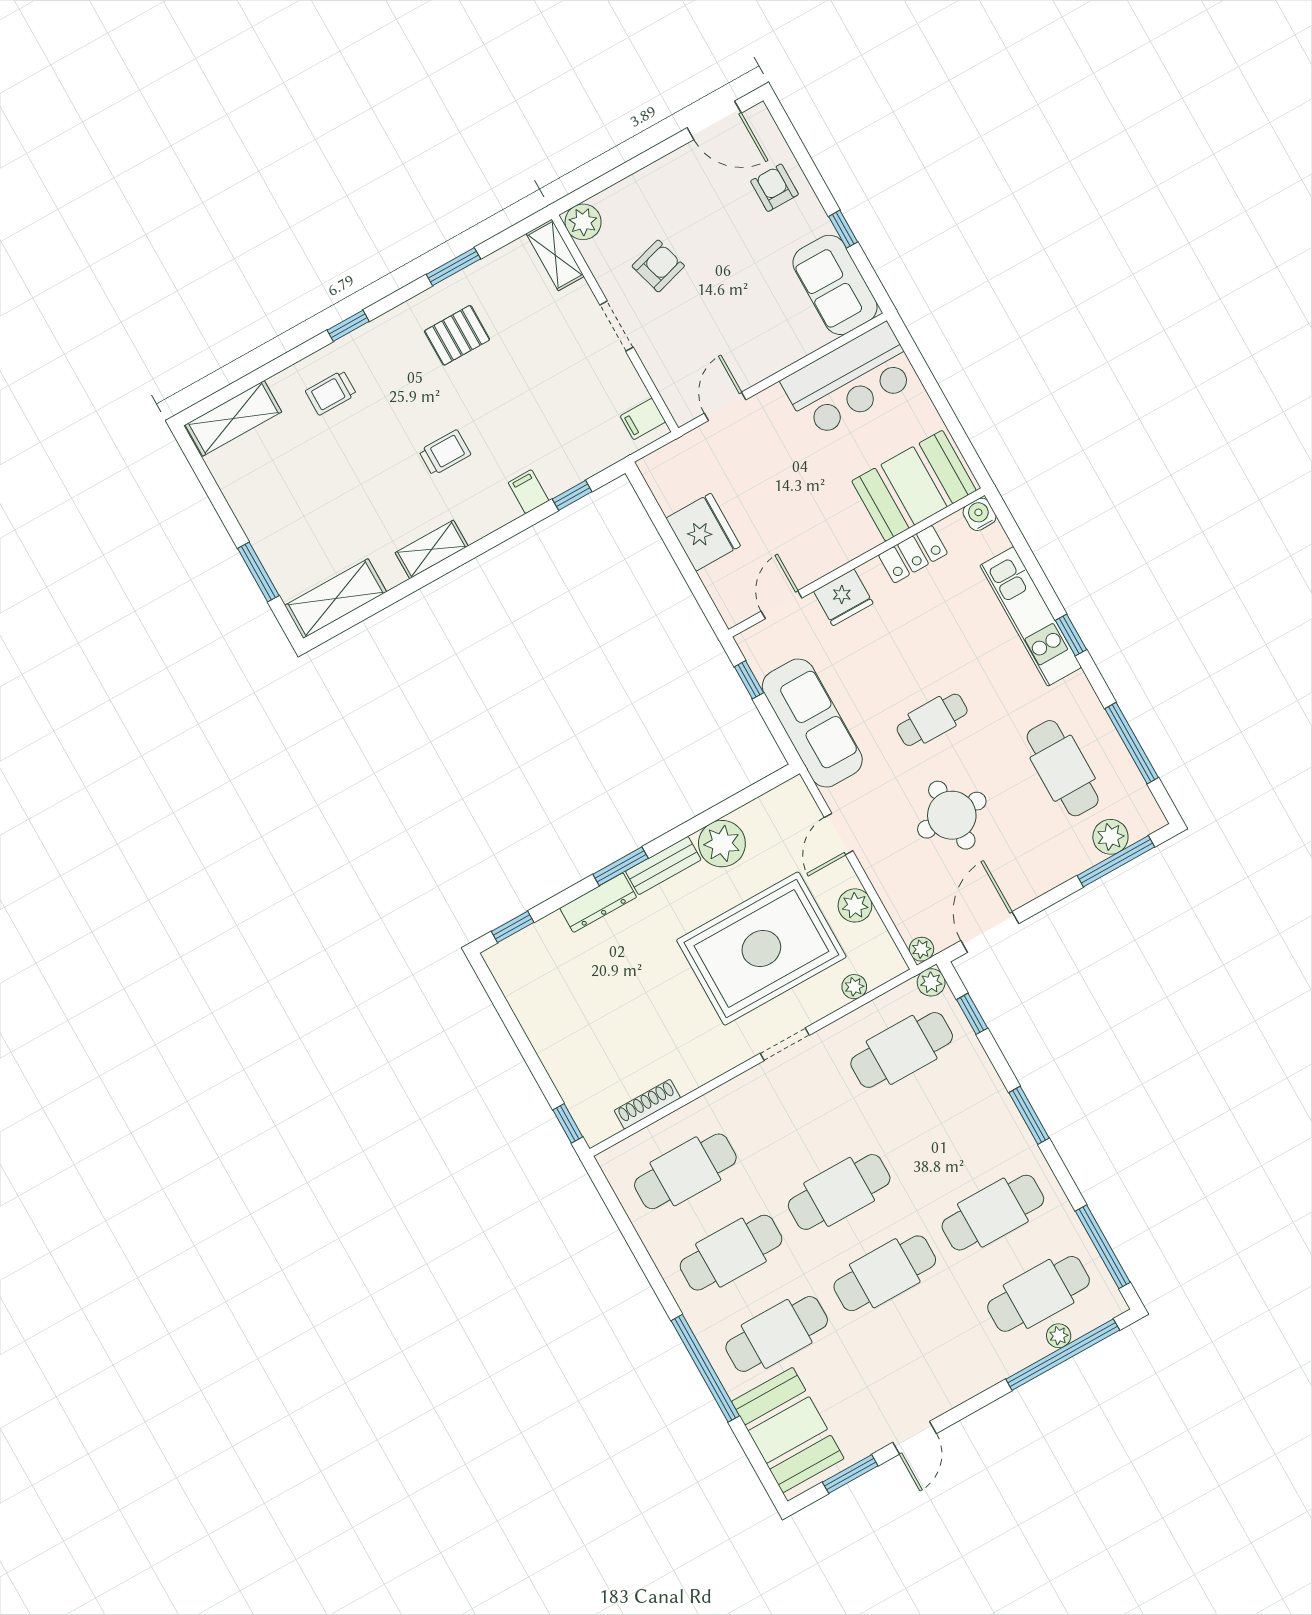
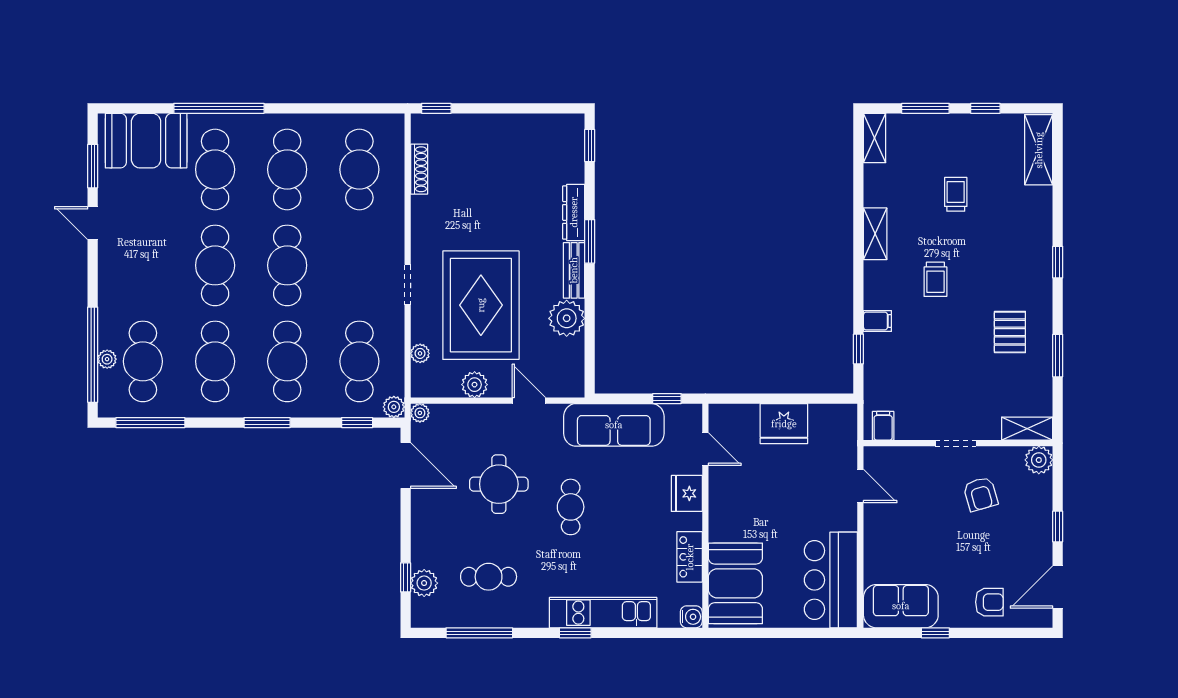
window: (646, 159) -> (1058, 527), added
trolley: (331, 393) -> (956, 194), moved
window: (220, 505) -> (985, 108), added
shelving: (336, 599) -> (875, 138), width x0.67, depth x0.75
cafe table: (1063, 768) -> (489, 577), width x0.73, depth x0.74
window: (1116, 861) -> (406, 577), width x0.46
cafe table: (947, 1131) -> (287, 361), added

